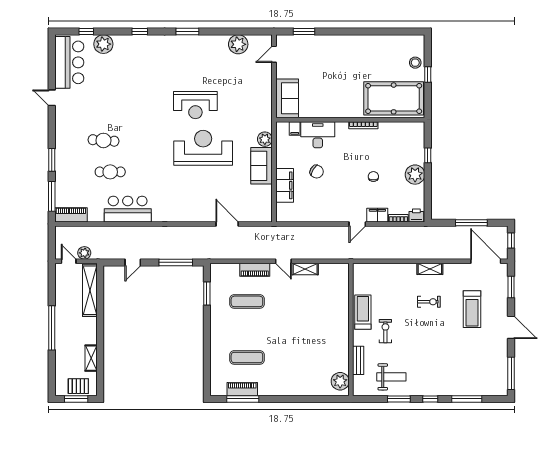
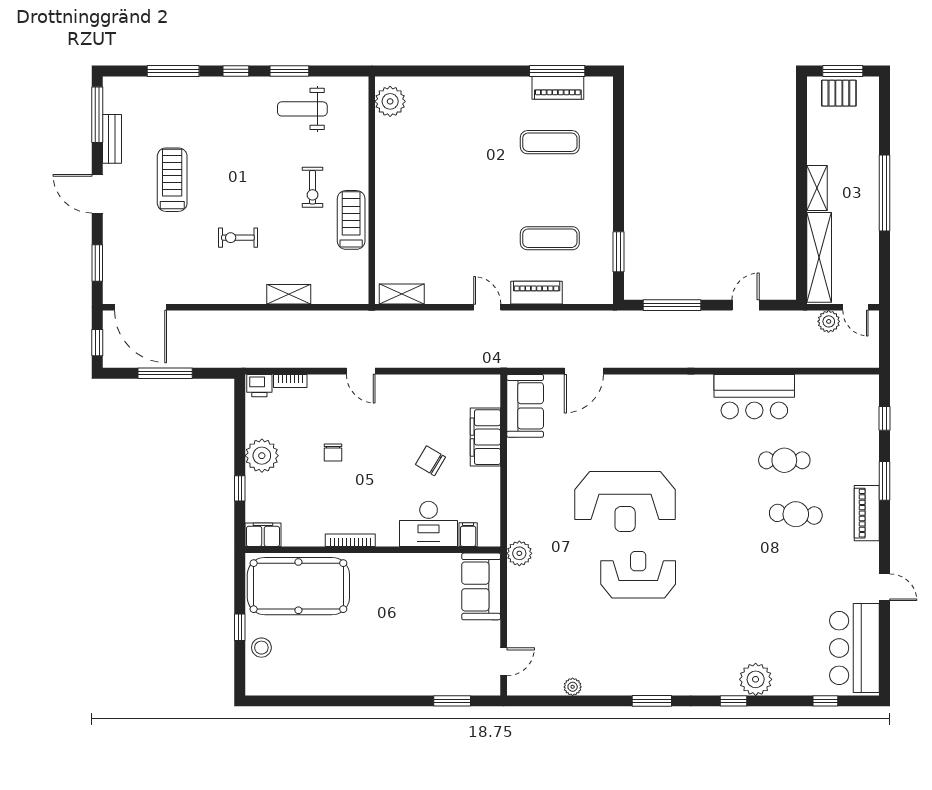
plant: (103, 44) -> (756, 679), moved
plant: (238, 44) -> (573, 687), width x0.53, depth x0.53
plant: (265, 139) -> (519, 553), moved
sofa: (261, 166) -> (525, 406), moved
window: (52, 196) -> (885, 418), width x0.46
piano: (71, 215) -> (867, 513), moved, turned 90
filing cabinet: (377, 215) -> (263, 535), moved, turned 180
door: (227, 224) -> (584, 371), hinge flipped
door: (357, 224) -> (361, 371), swing flipped
shelving: (305, 269) -> (402, 294), moved
shelving: (430, 269) -> (289, 294), moved
treadmill: (472, 309) -> (172, 180), moved
treadmill: (363, 312) -> (351, 220), turned 180
shelving: (91, 358) -> (817, 188), moved
bench: (358, 360) -> (112, 139), moved

